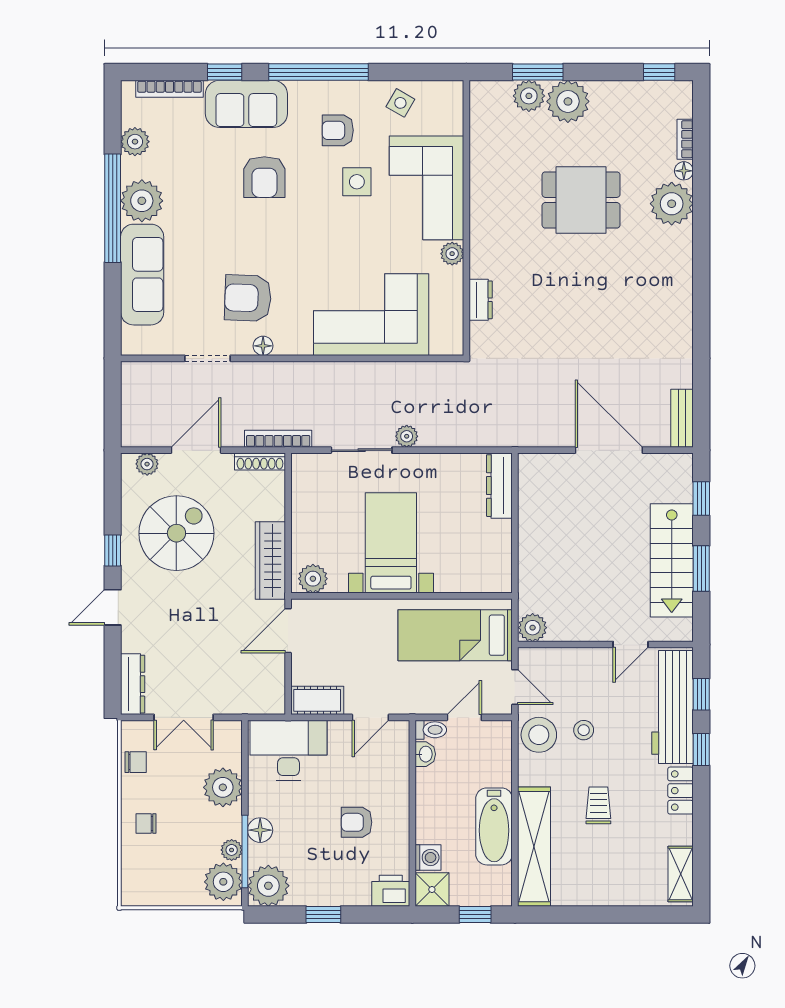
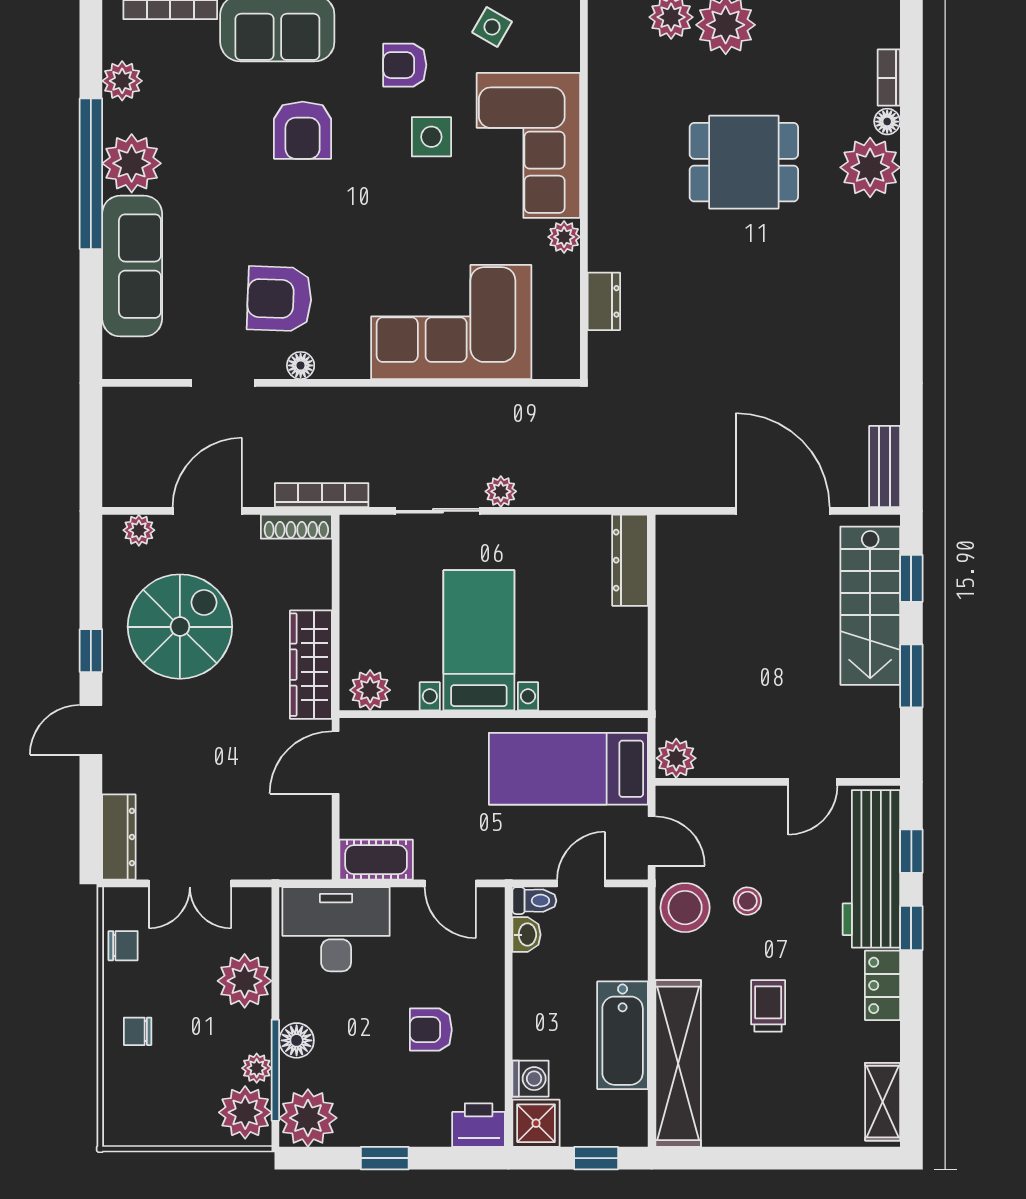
stairs: (672, 560) -> (870, 606), moved
door: (370, 717) -> (450, 883), hinge flipped

